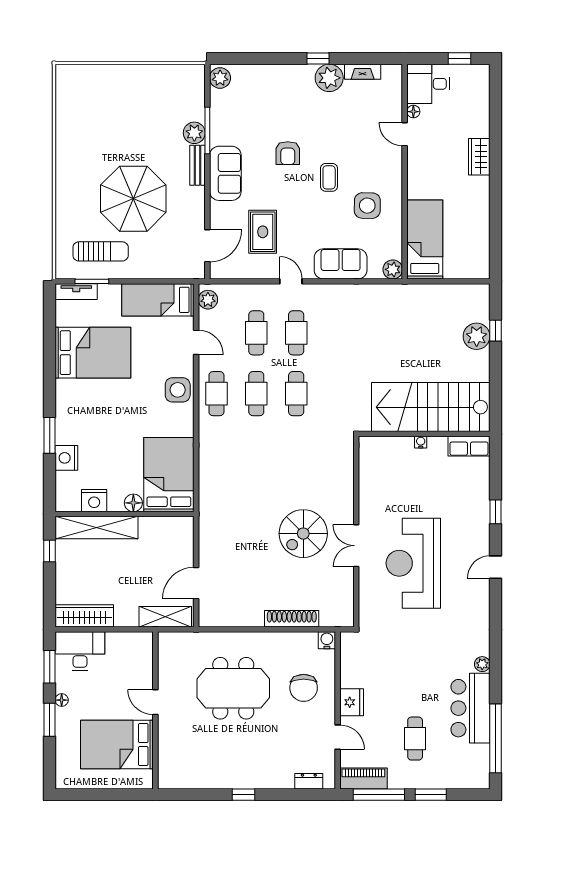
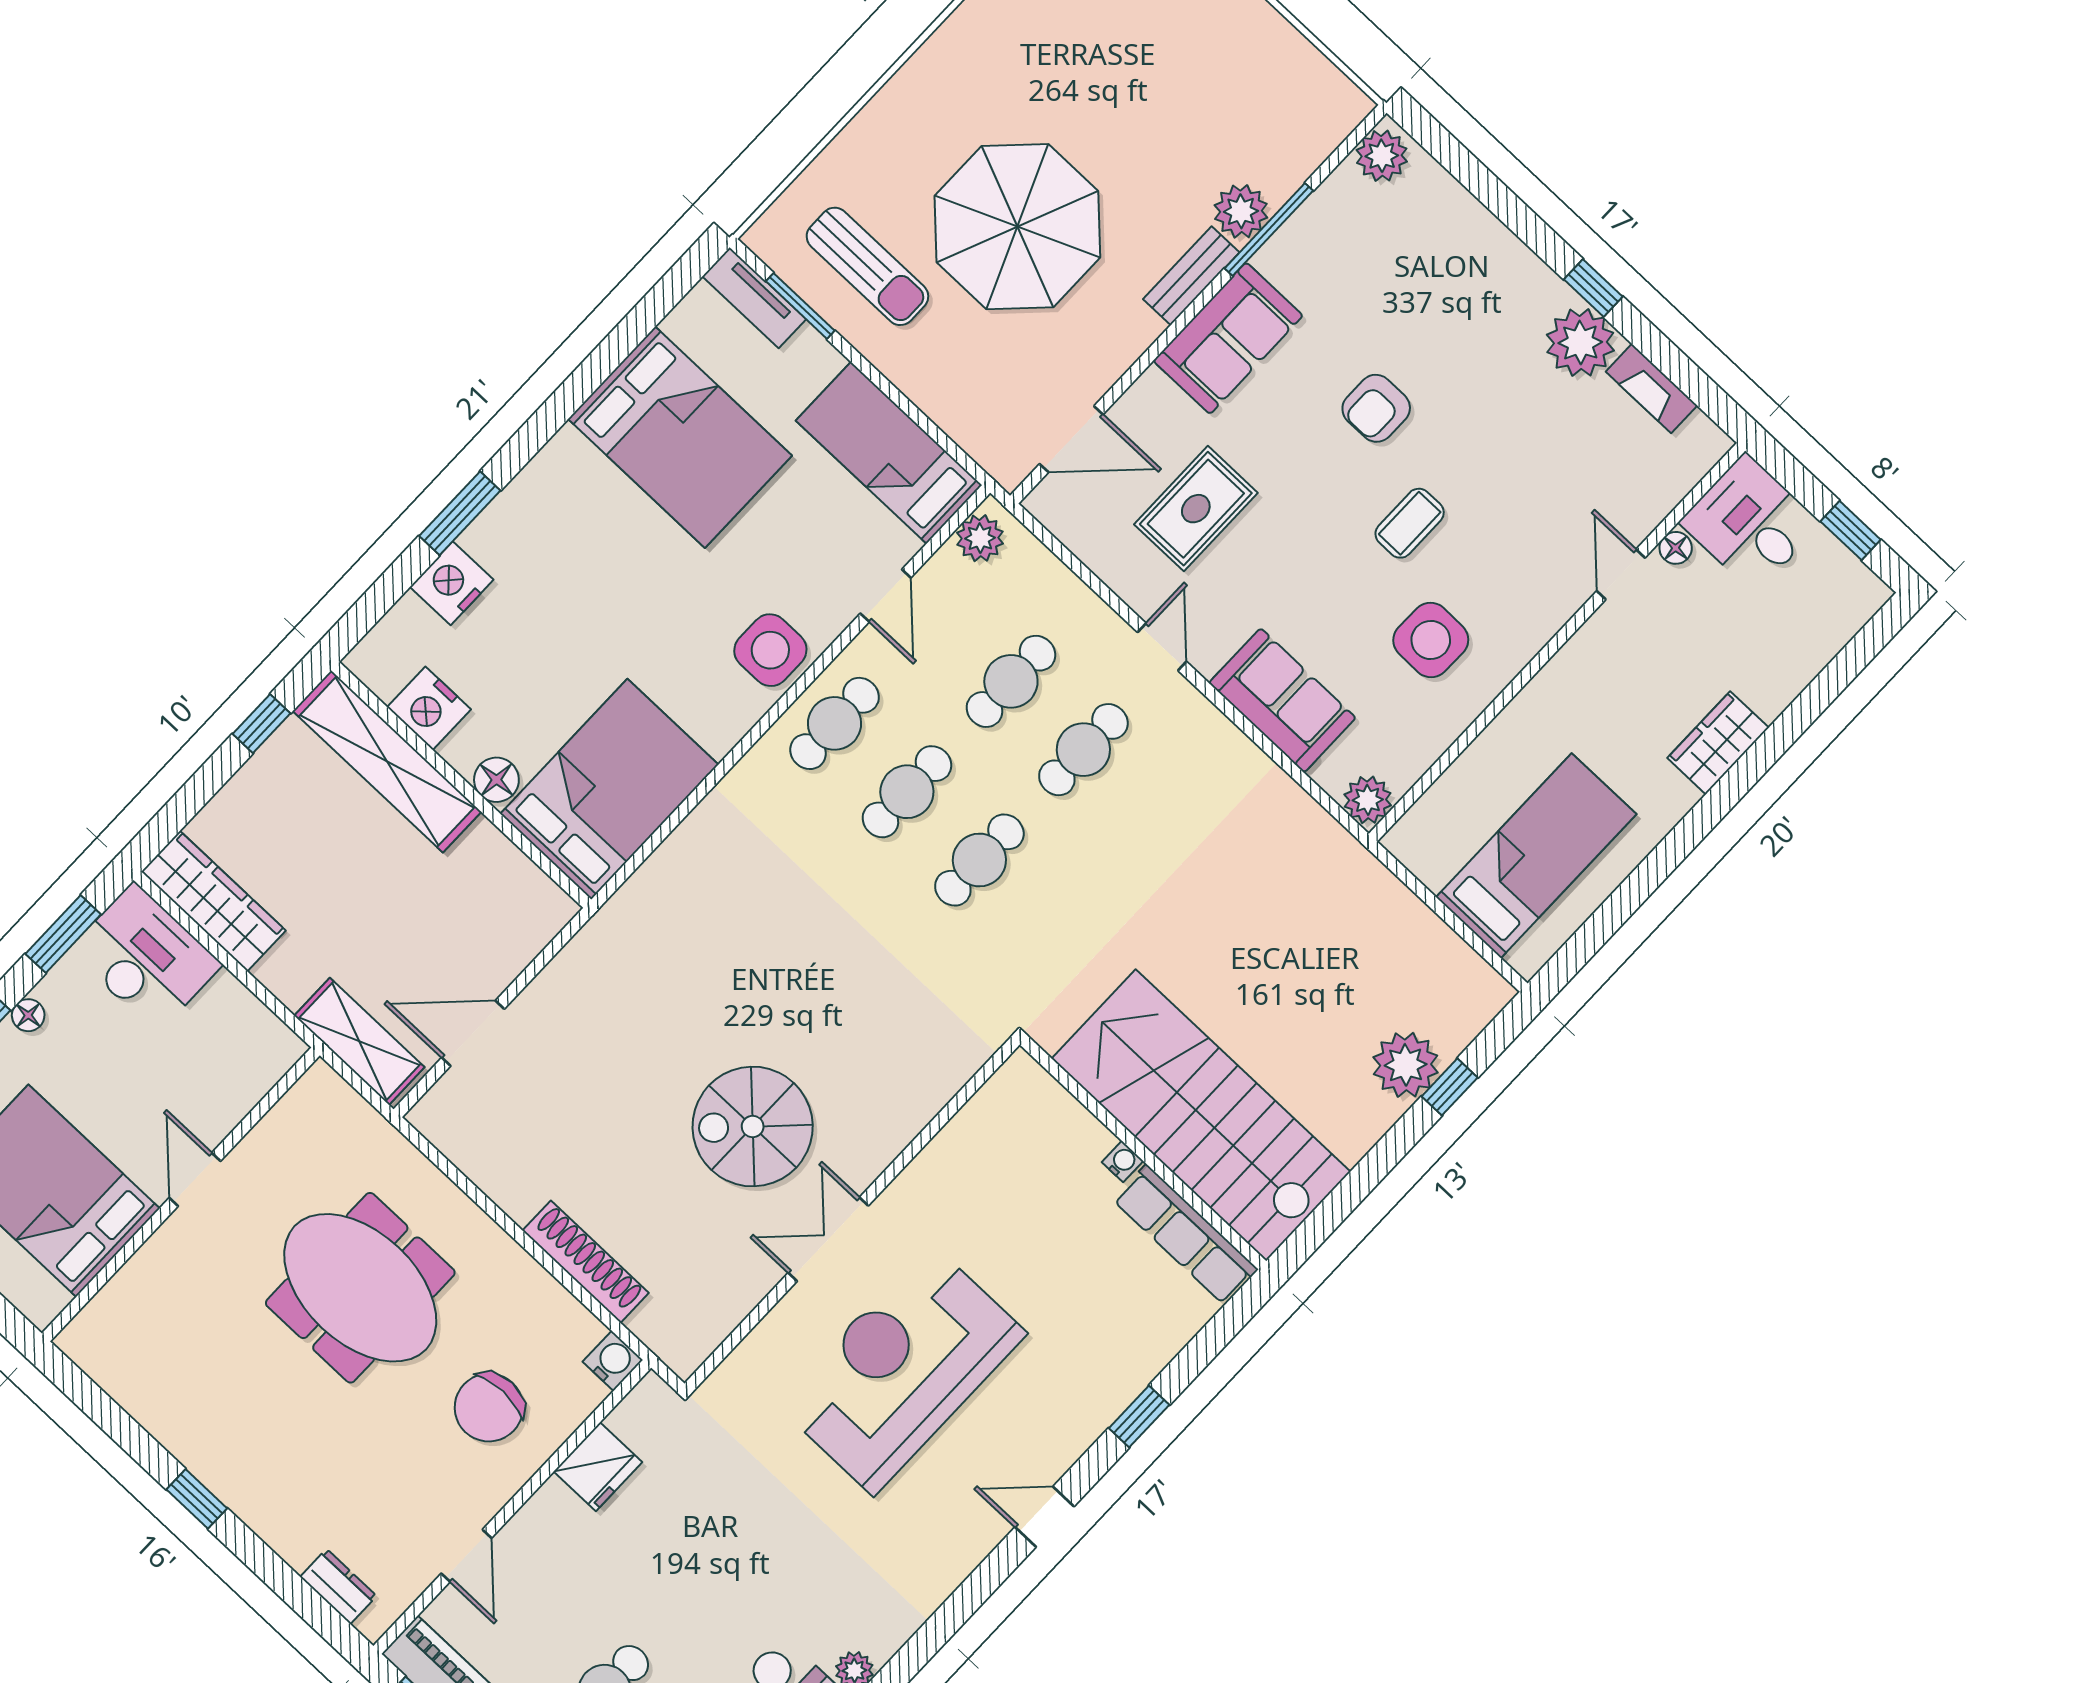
bed: (425, 239) -> (1536, 856), moved
row of seats: (469, 446) -> (1185, 1235), width x1.48
fridge: (352, 702) -> (598, 1467), moved

